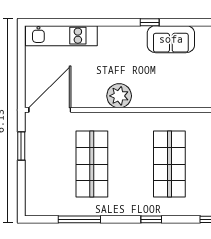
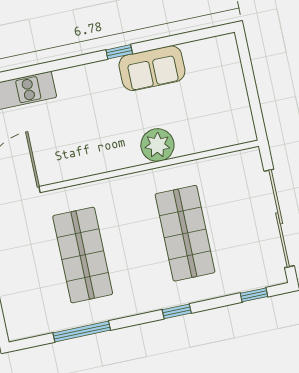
plant: (119, 96) -> (157, 145), moved

